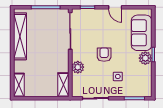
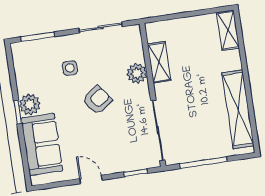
armchair: (104, 55) -> (97, 100), turned -126
shelving: (63, 85) -> (159, 62), moved

